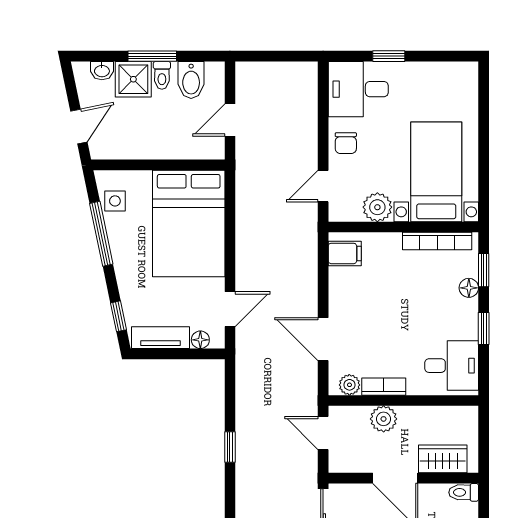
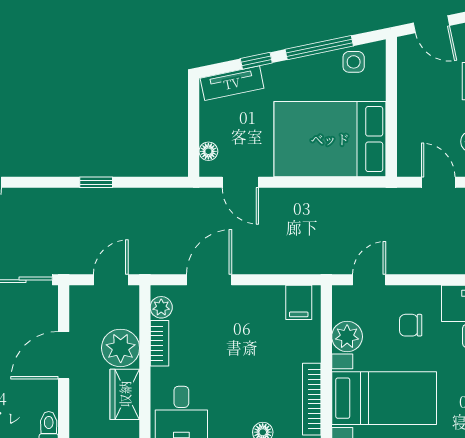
chair: (346, 143) -> (411, 325), moved
door: (323, 186) -> (369, 280), hinge flipped
window: (119, 316) -> (256, 61), moved
tv unit: (160, 338) -> (232, 83), moved, turned 78
plant: (384, 419) -> (121, 348), width x1.36, depth x1.36
wardrobe: (443, 459) -> (125, 394), moved, turned 180

